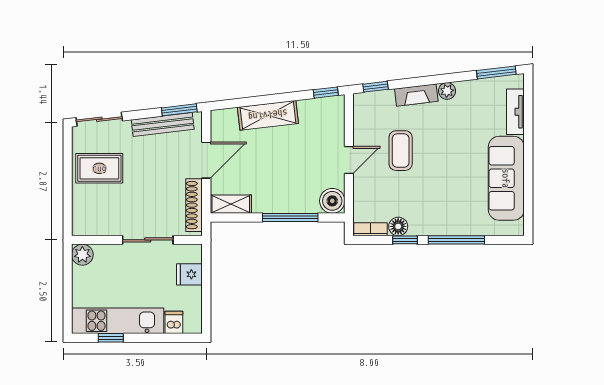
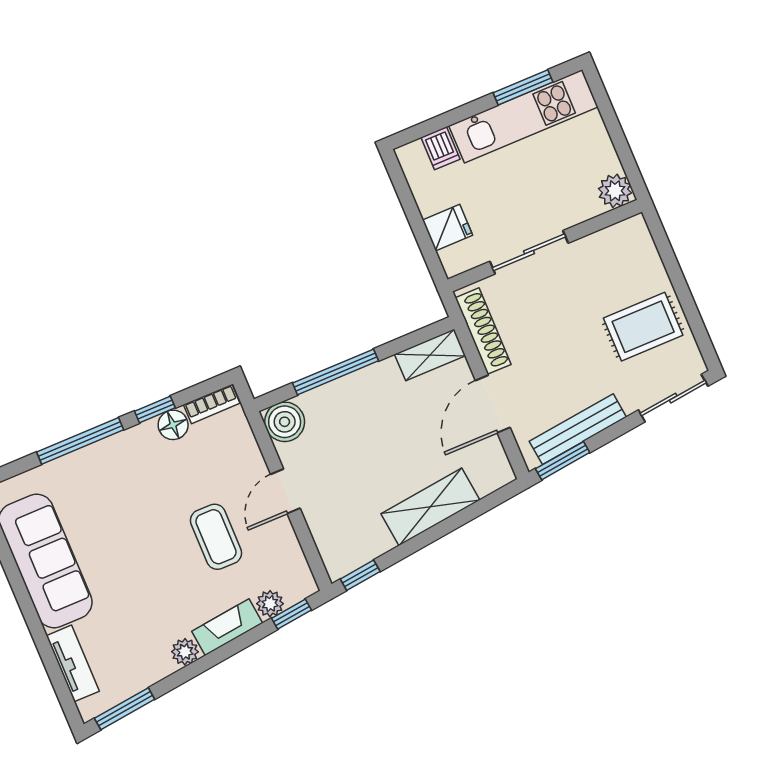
plant: (385, 98) -> (270, 604), added
window: (111, 338) -> (523, 87), width x1.50

